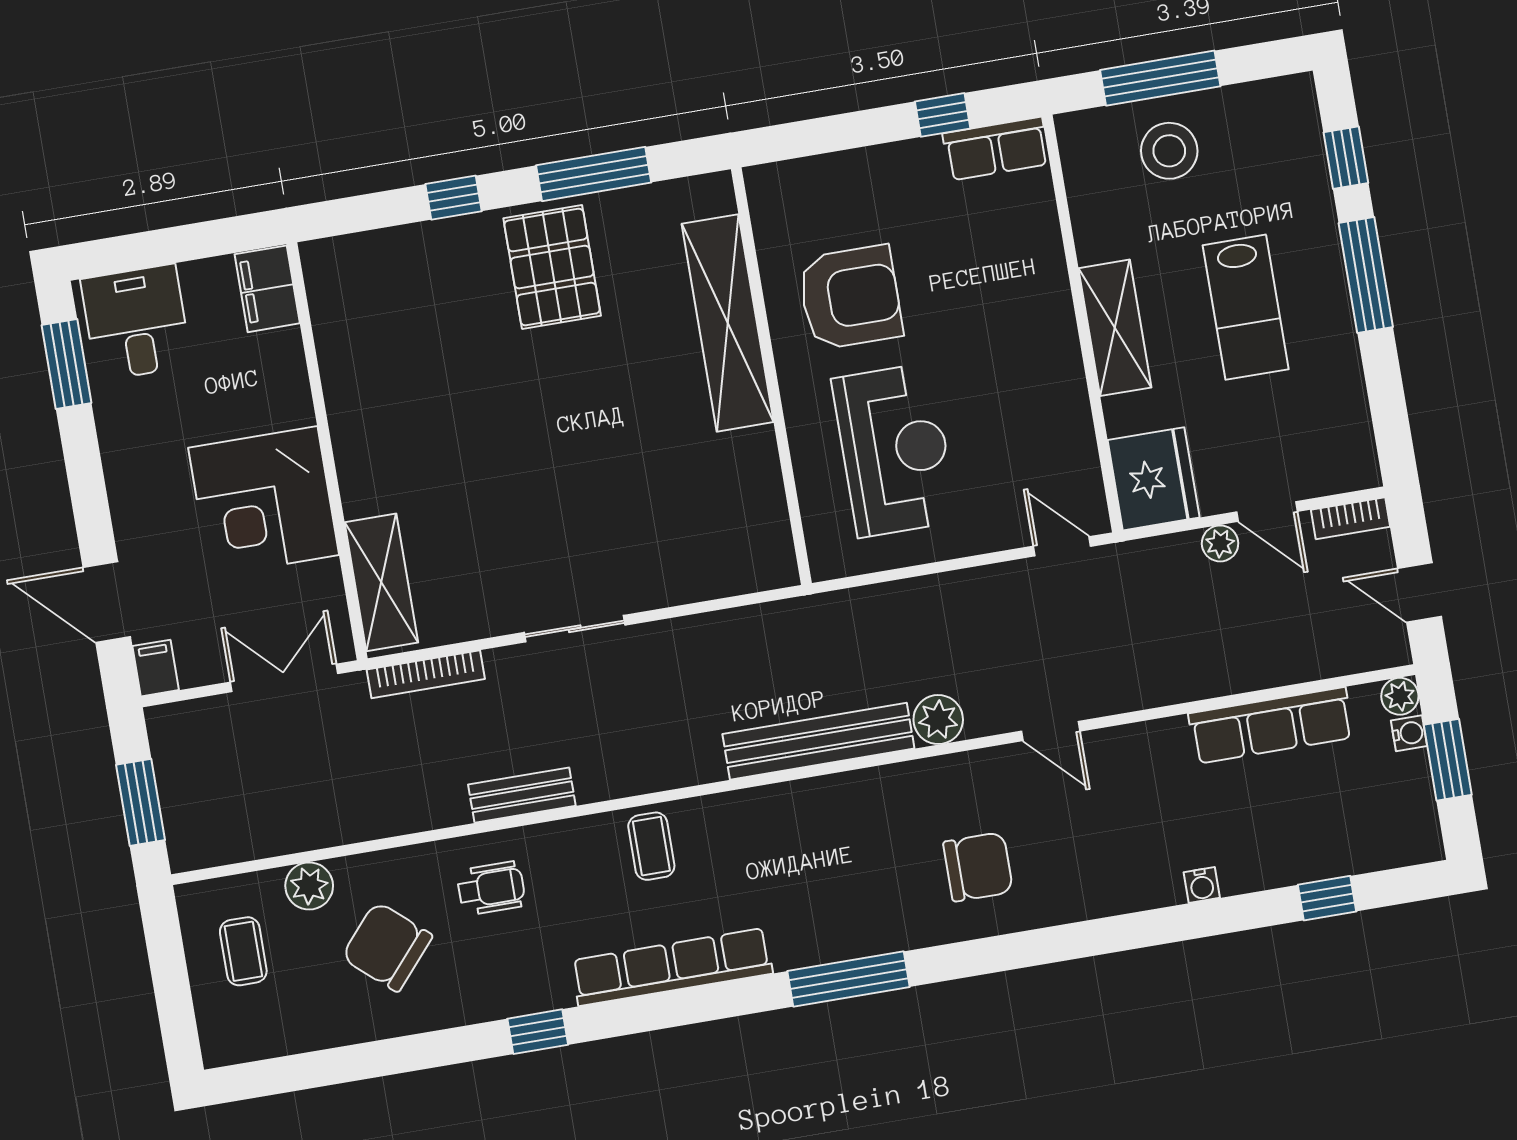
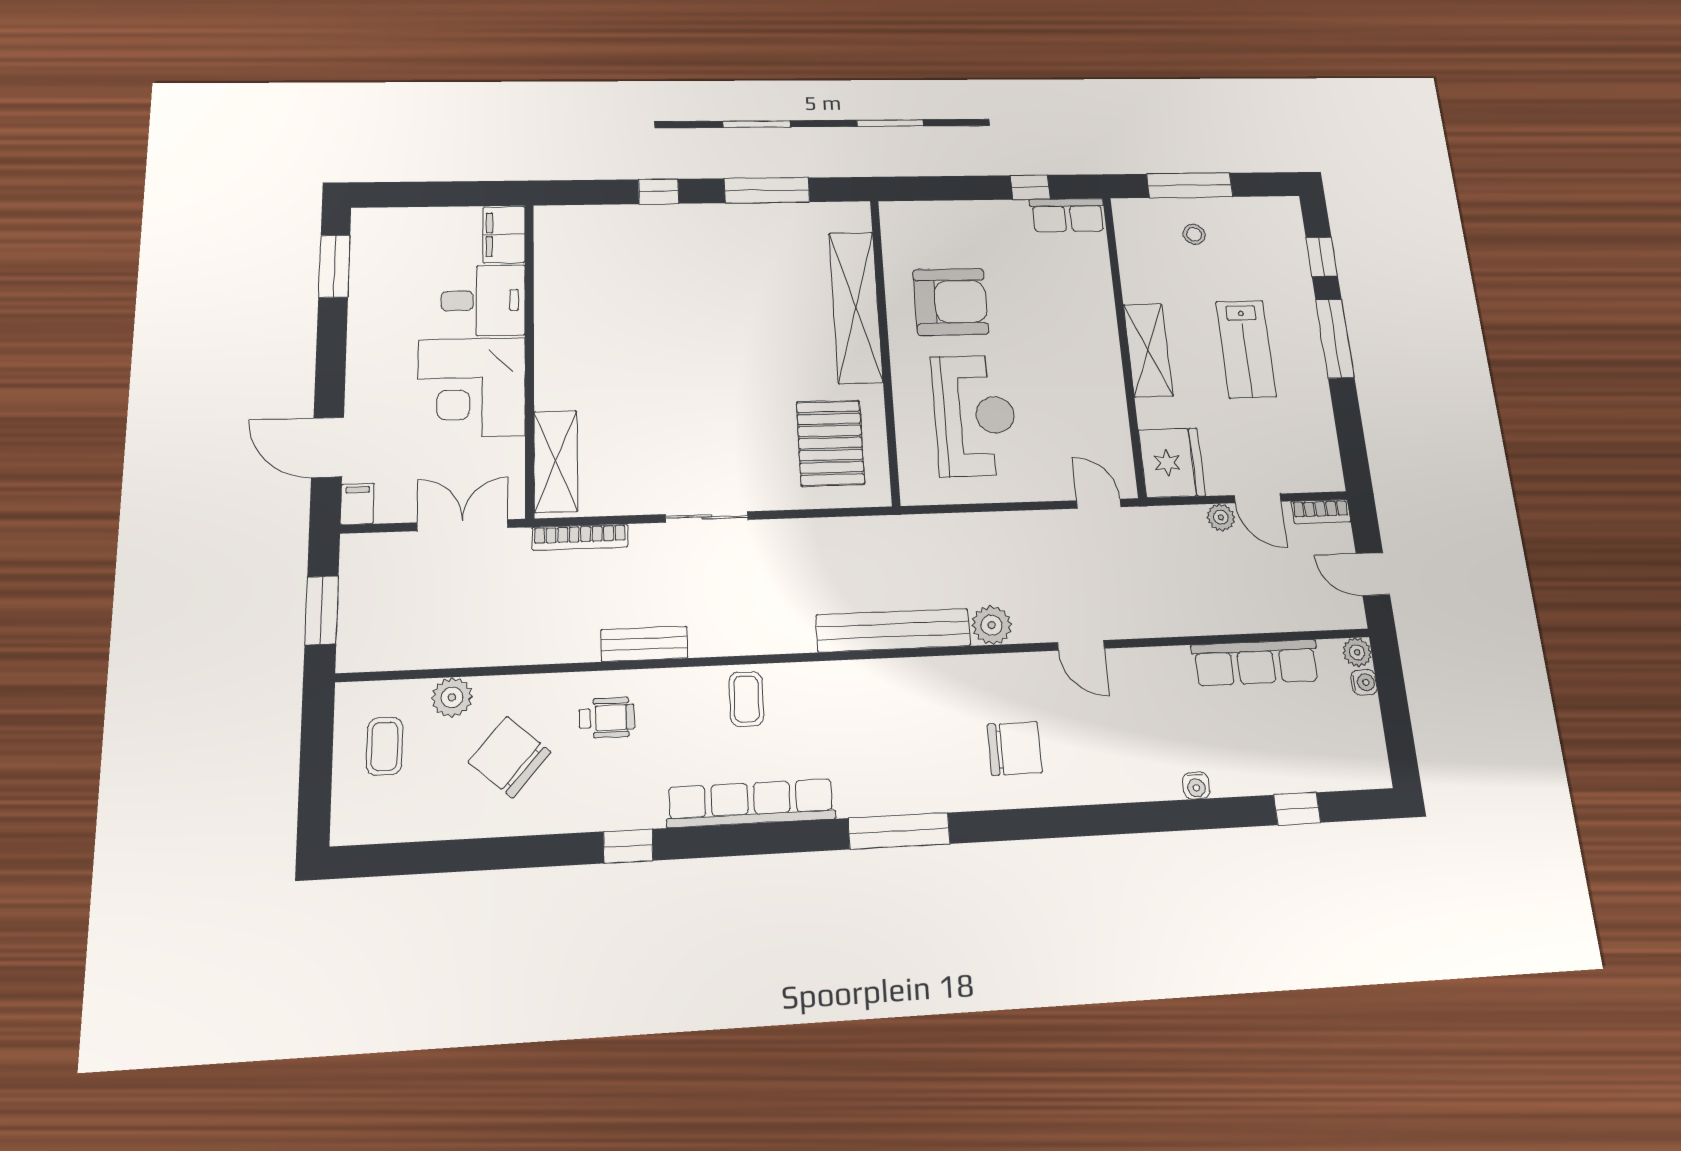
stool: (1169, 151) -> (1194, 234), width x0.53, depth x0.53
pallet: (552, 267) -> (830, 443), moved
desk: (136, 322) -> (483, 301), moved, turned 90
window: (1448, 760) -> (1394, 707), removed

